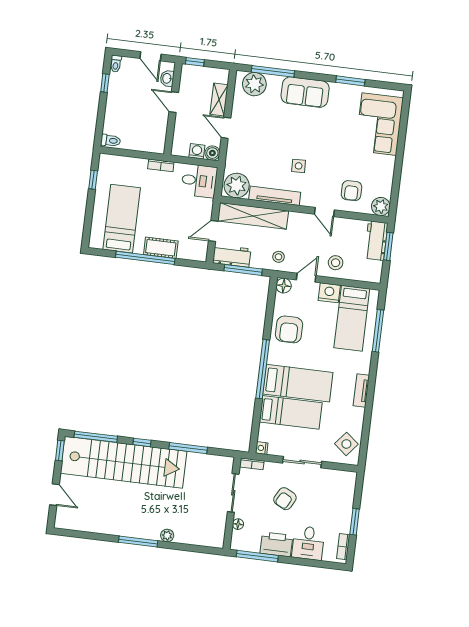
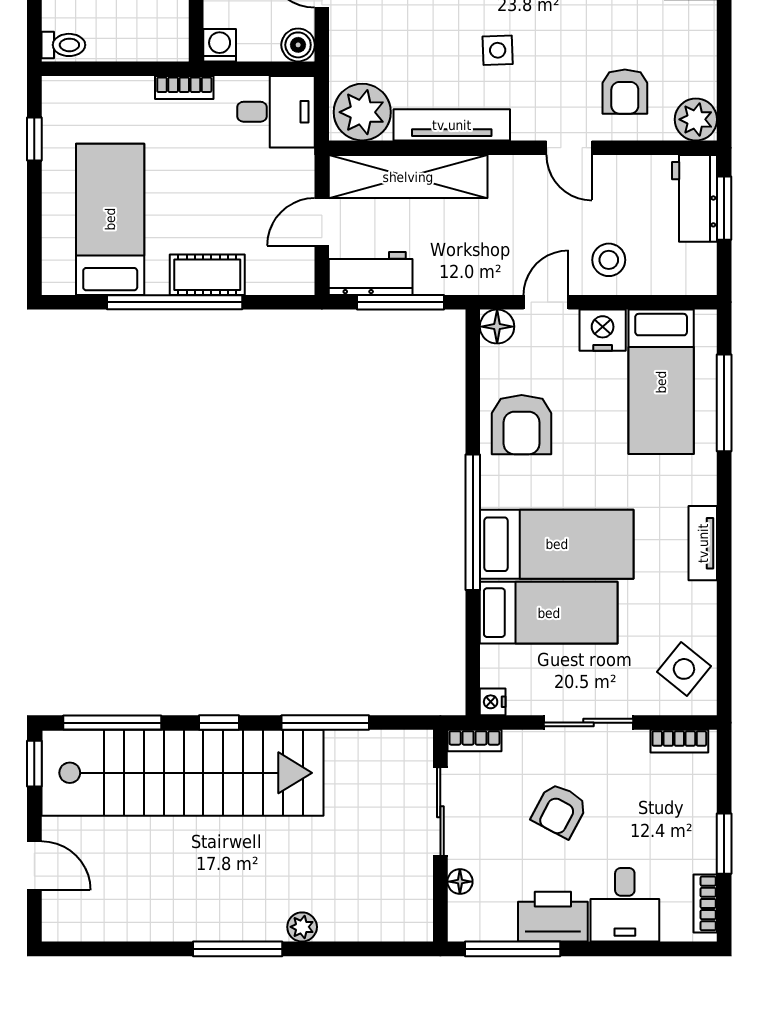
washing machine: (197, 151) -> (220, 45), moved
stool: (279, 257) -> (477, 262), removed
bookcase: (341, 475) -> (679, 741), added

